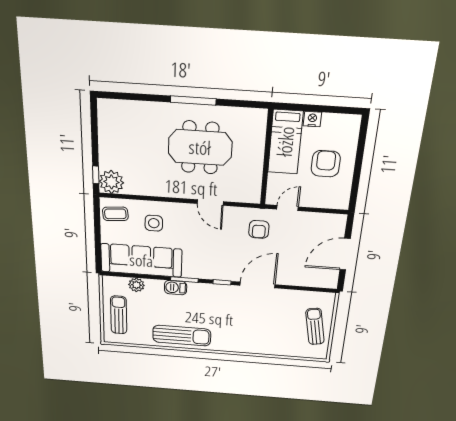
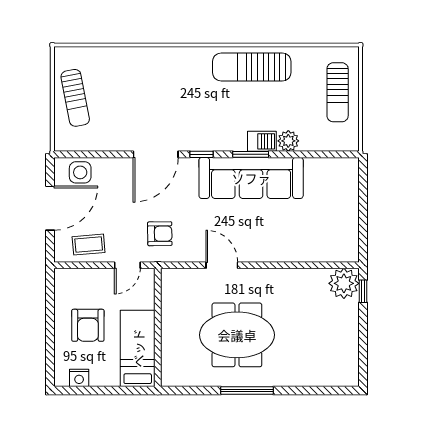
nightstand: (312, 119) -> (79, 378), moved
coffee table: (115, 214) -> (89, 245), moved
side table: (154, 223) -> (80, 172), moved
armchair: (259, 229) -> (160, 234), turned 89
sofa: (141, 260) -> (251, 178), moved
plant: (136, 285) -> (288, 141), moved

